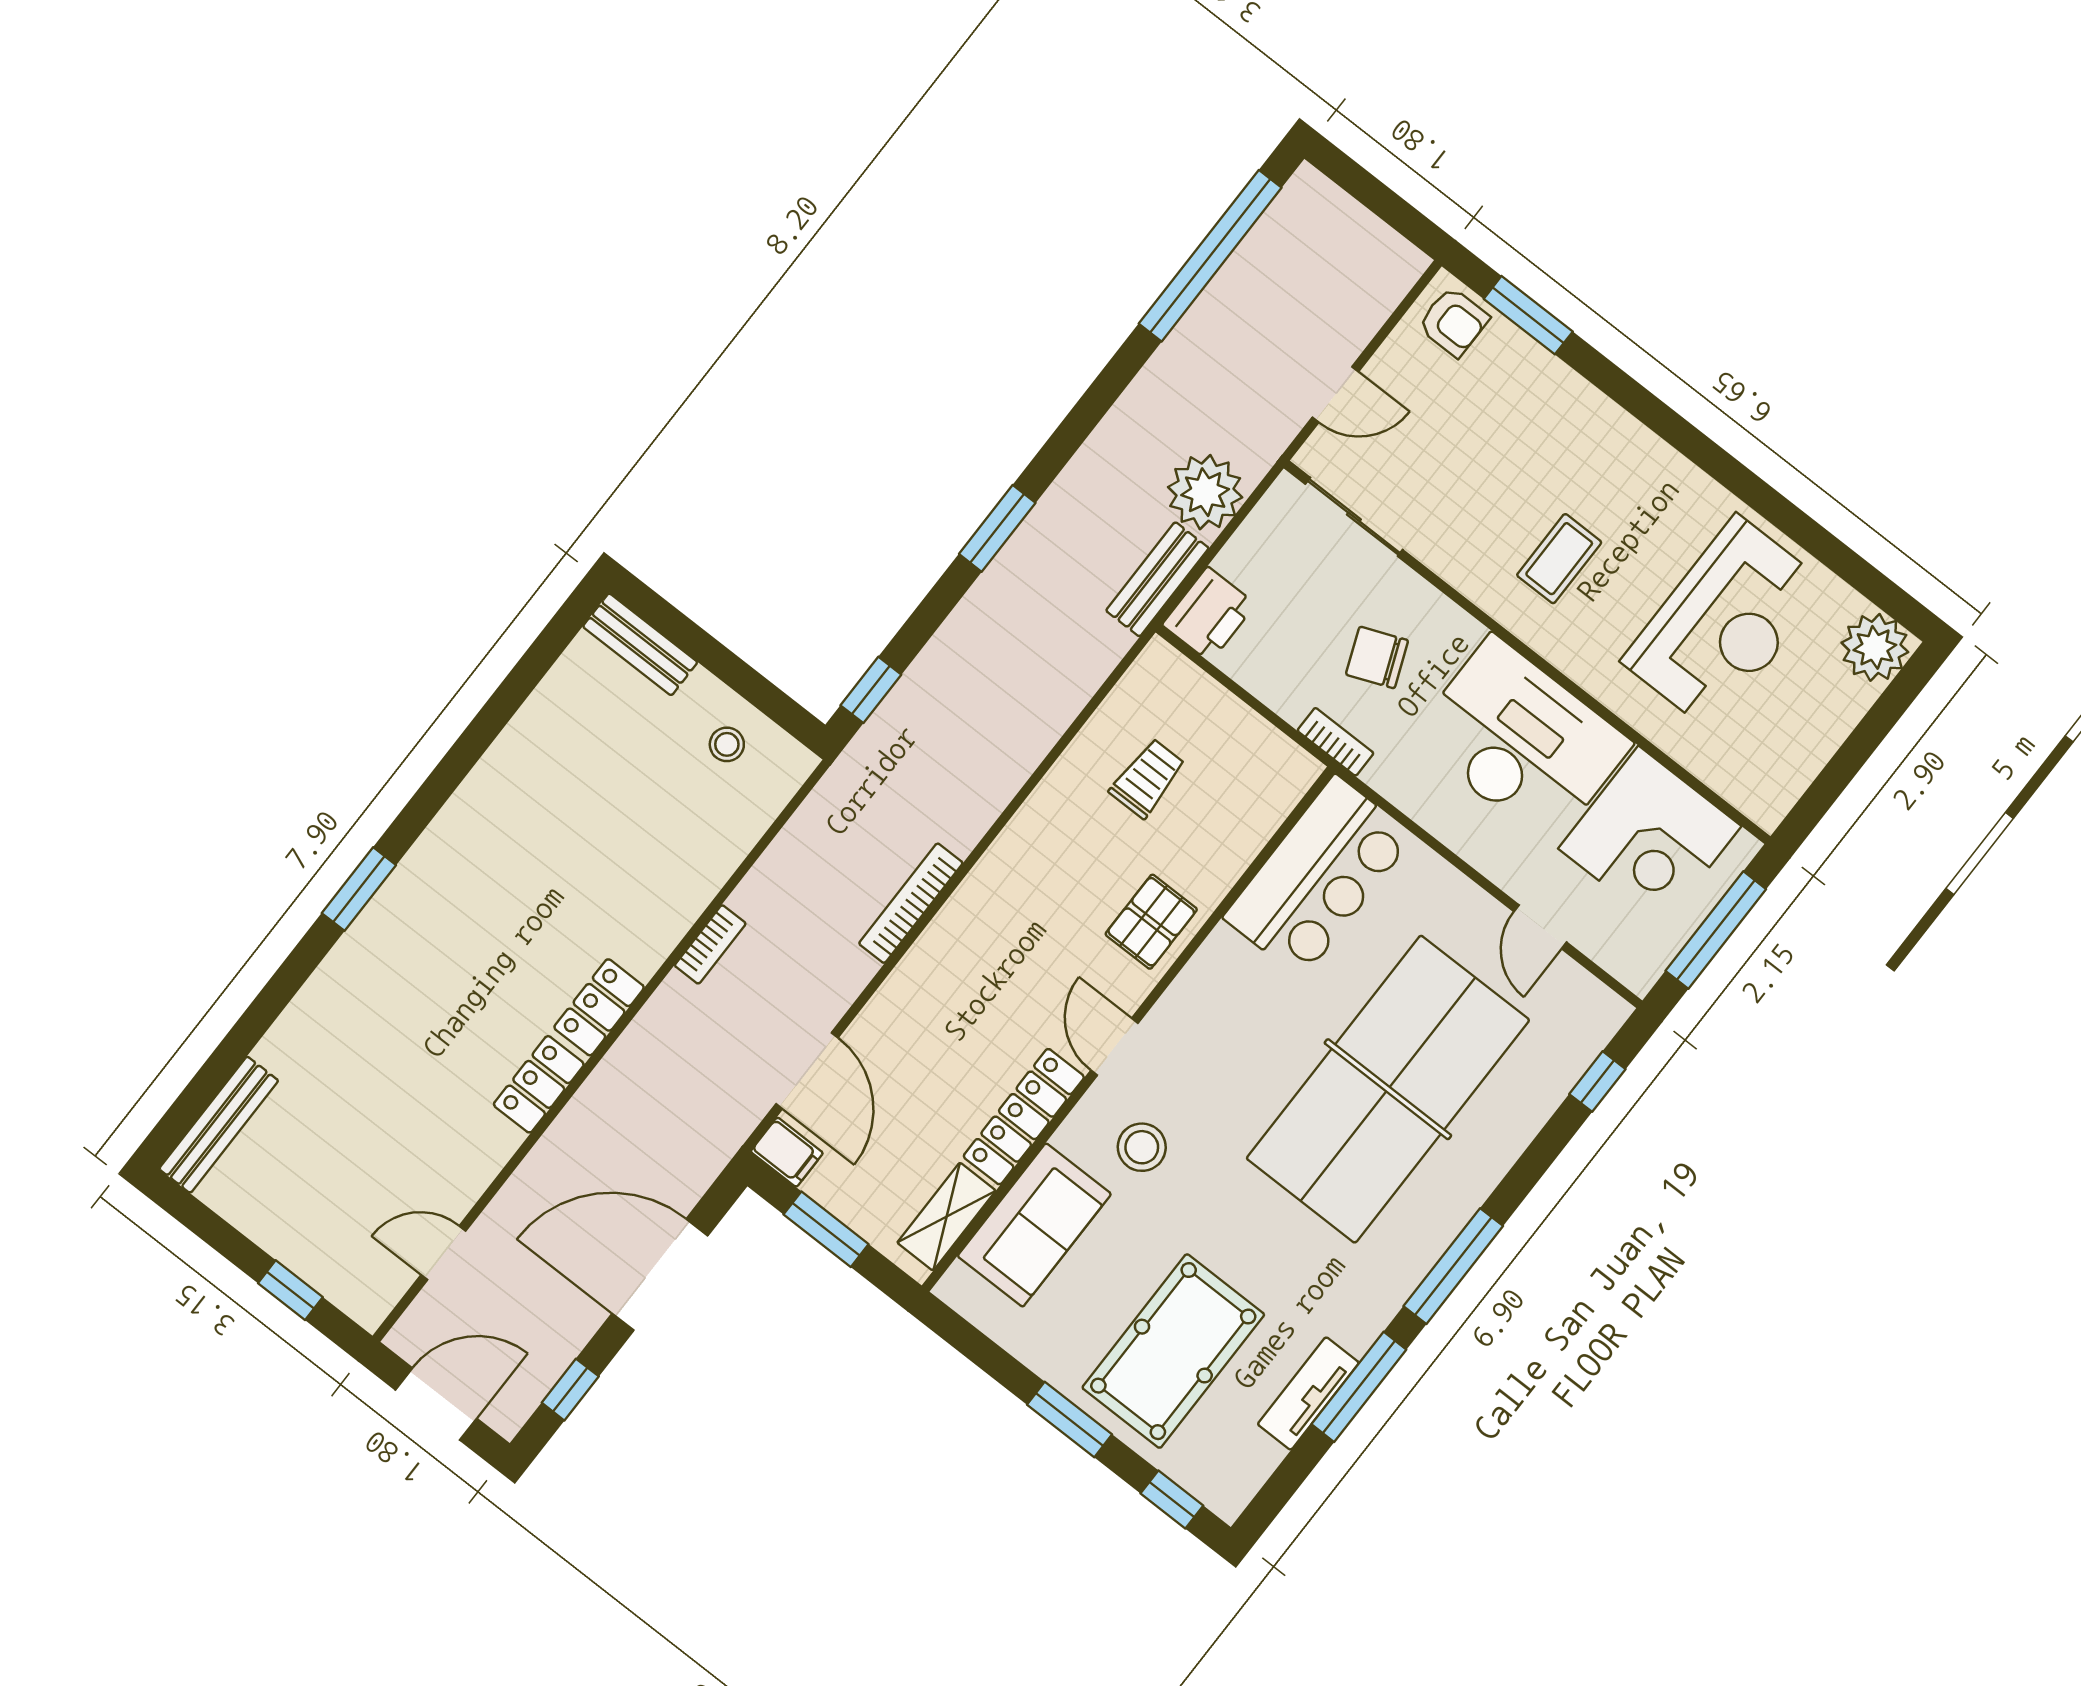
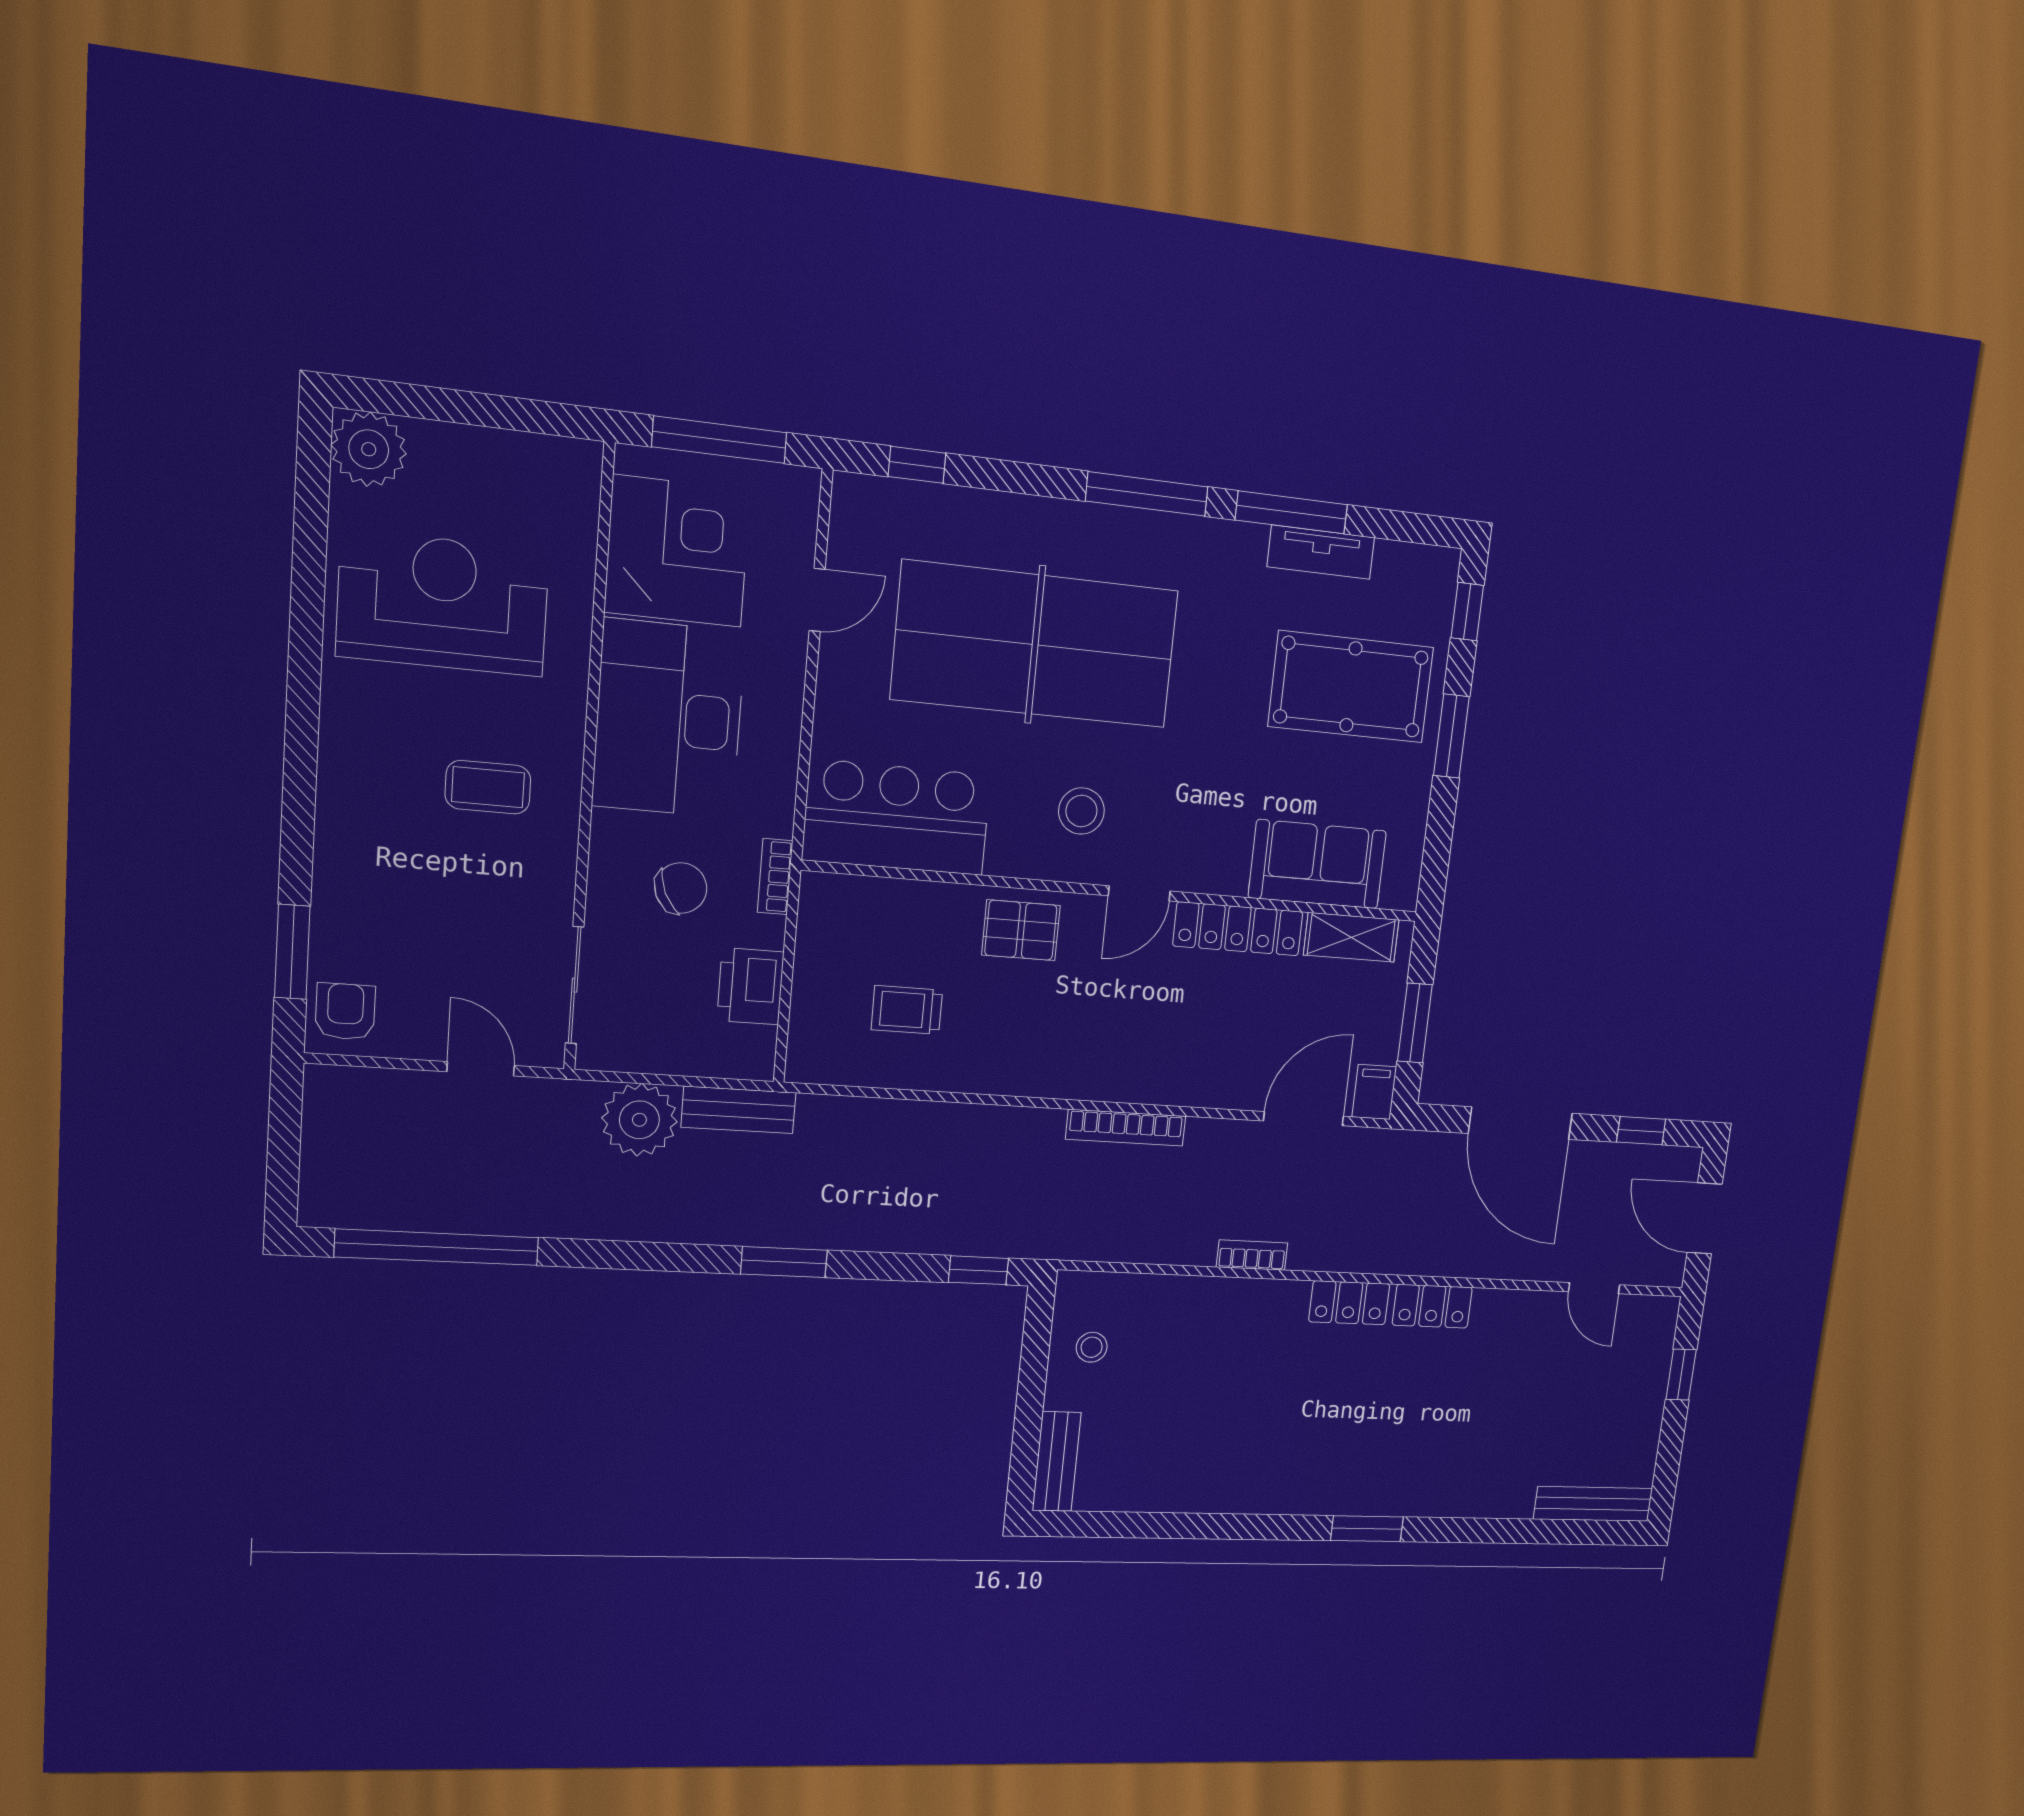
printer: (1209, 614) -> (750, 986), moved, turned -90
chair: (1377, 657) -> (681, 888), turned -92
stool: (1142, 1147) -> (1081, 811), moved

